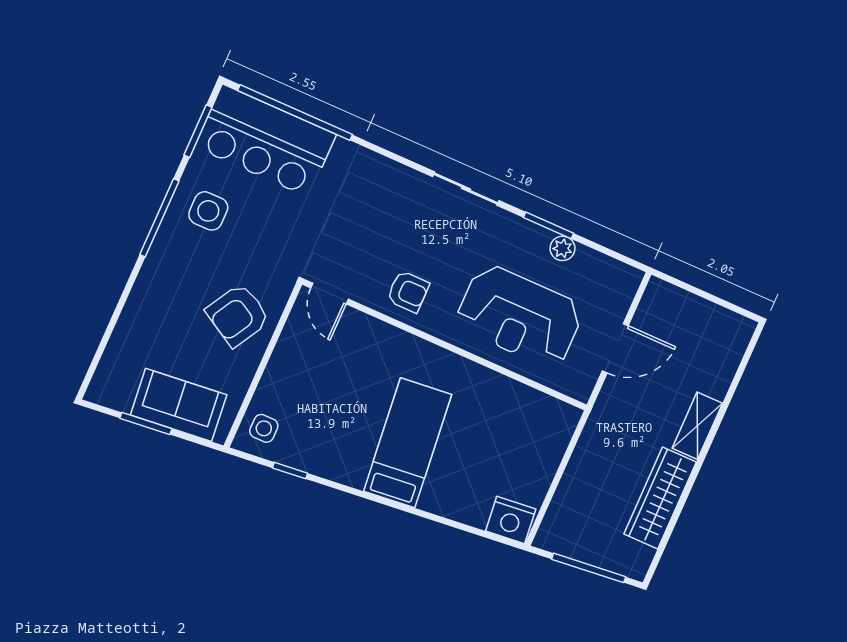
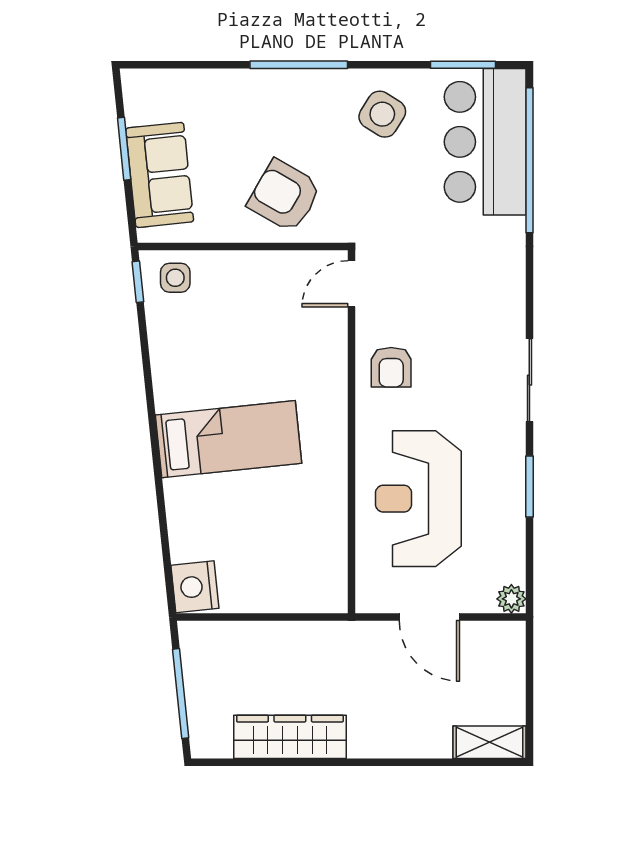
side table: (208, 211) -> (382, 114), turned 32
window: (159, 218) -> (299, 65), moved
plant: (562, 248) -> (511, 599), moved
shelving: (697, 426) -> (490, 742), moved
window: (290, 471) -> (138, 282), moved

